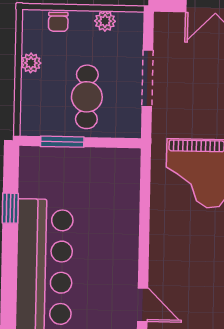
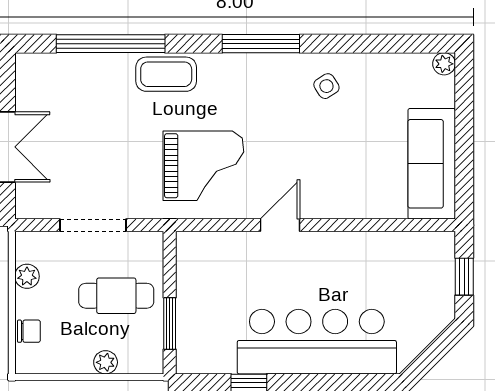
plant: (31, 63) -> (106, 362), moved
door: (143, 305) -> (280, 225), moved

